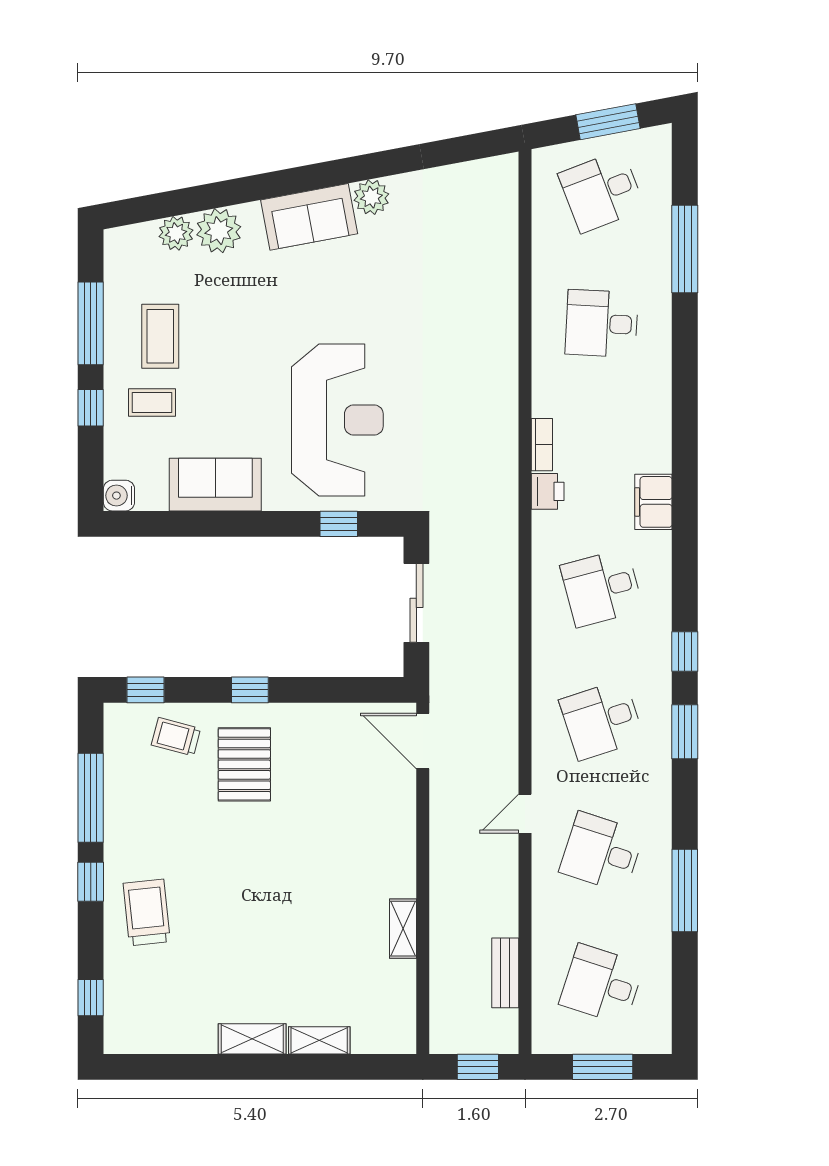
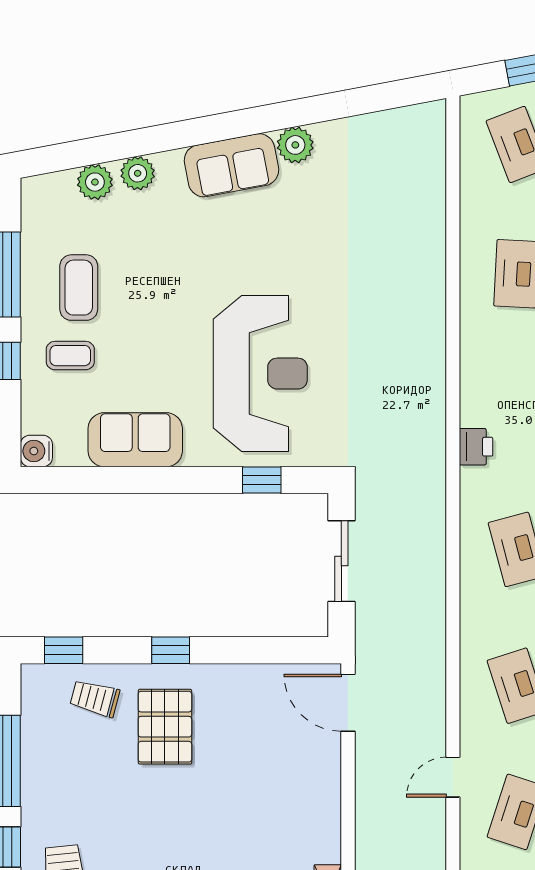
plant: (219, 231) -> (138, 173), width x0.73, depth x0.73
bookcase: (542, 445) -> (470, 399), removed

